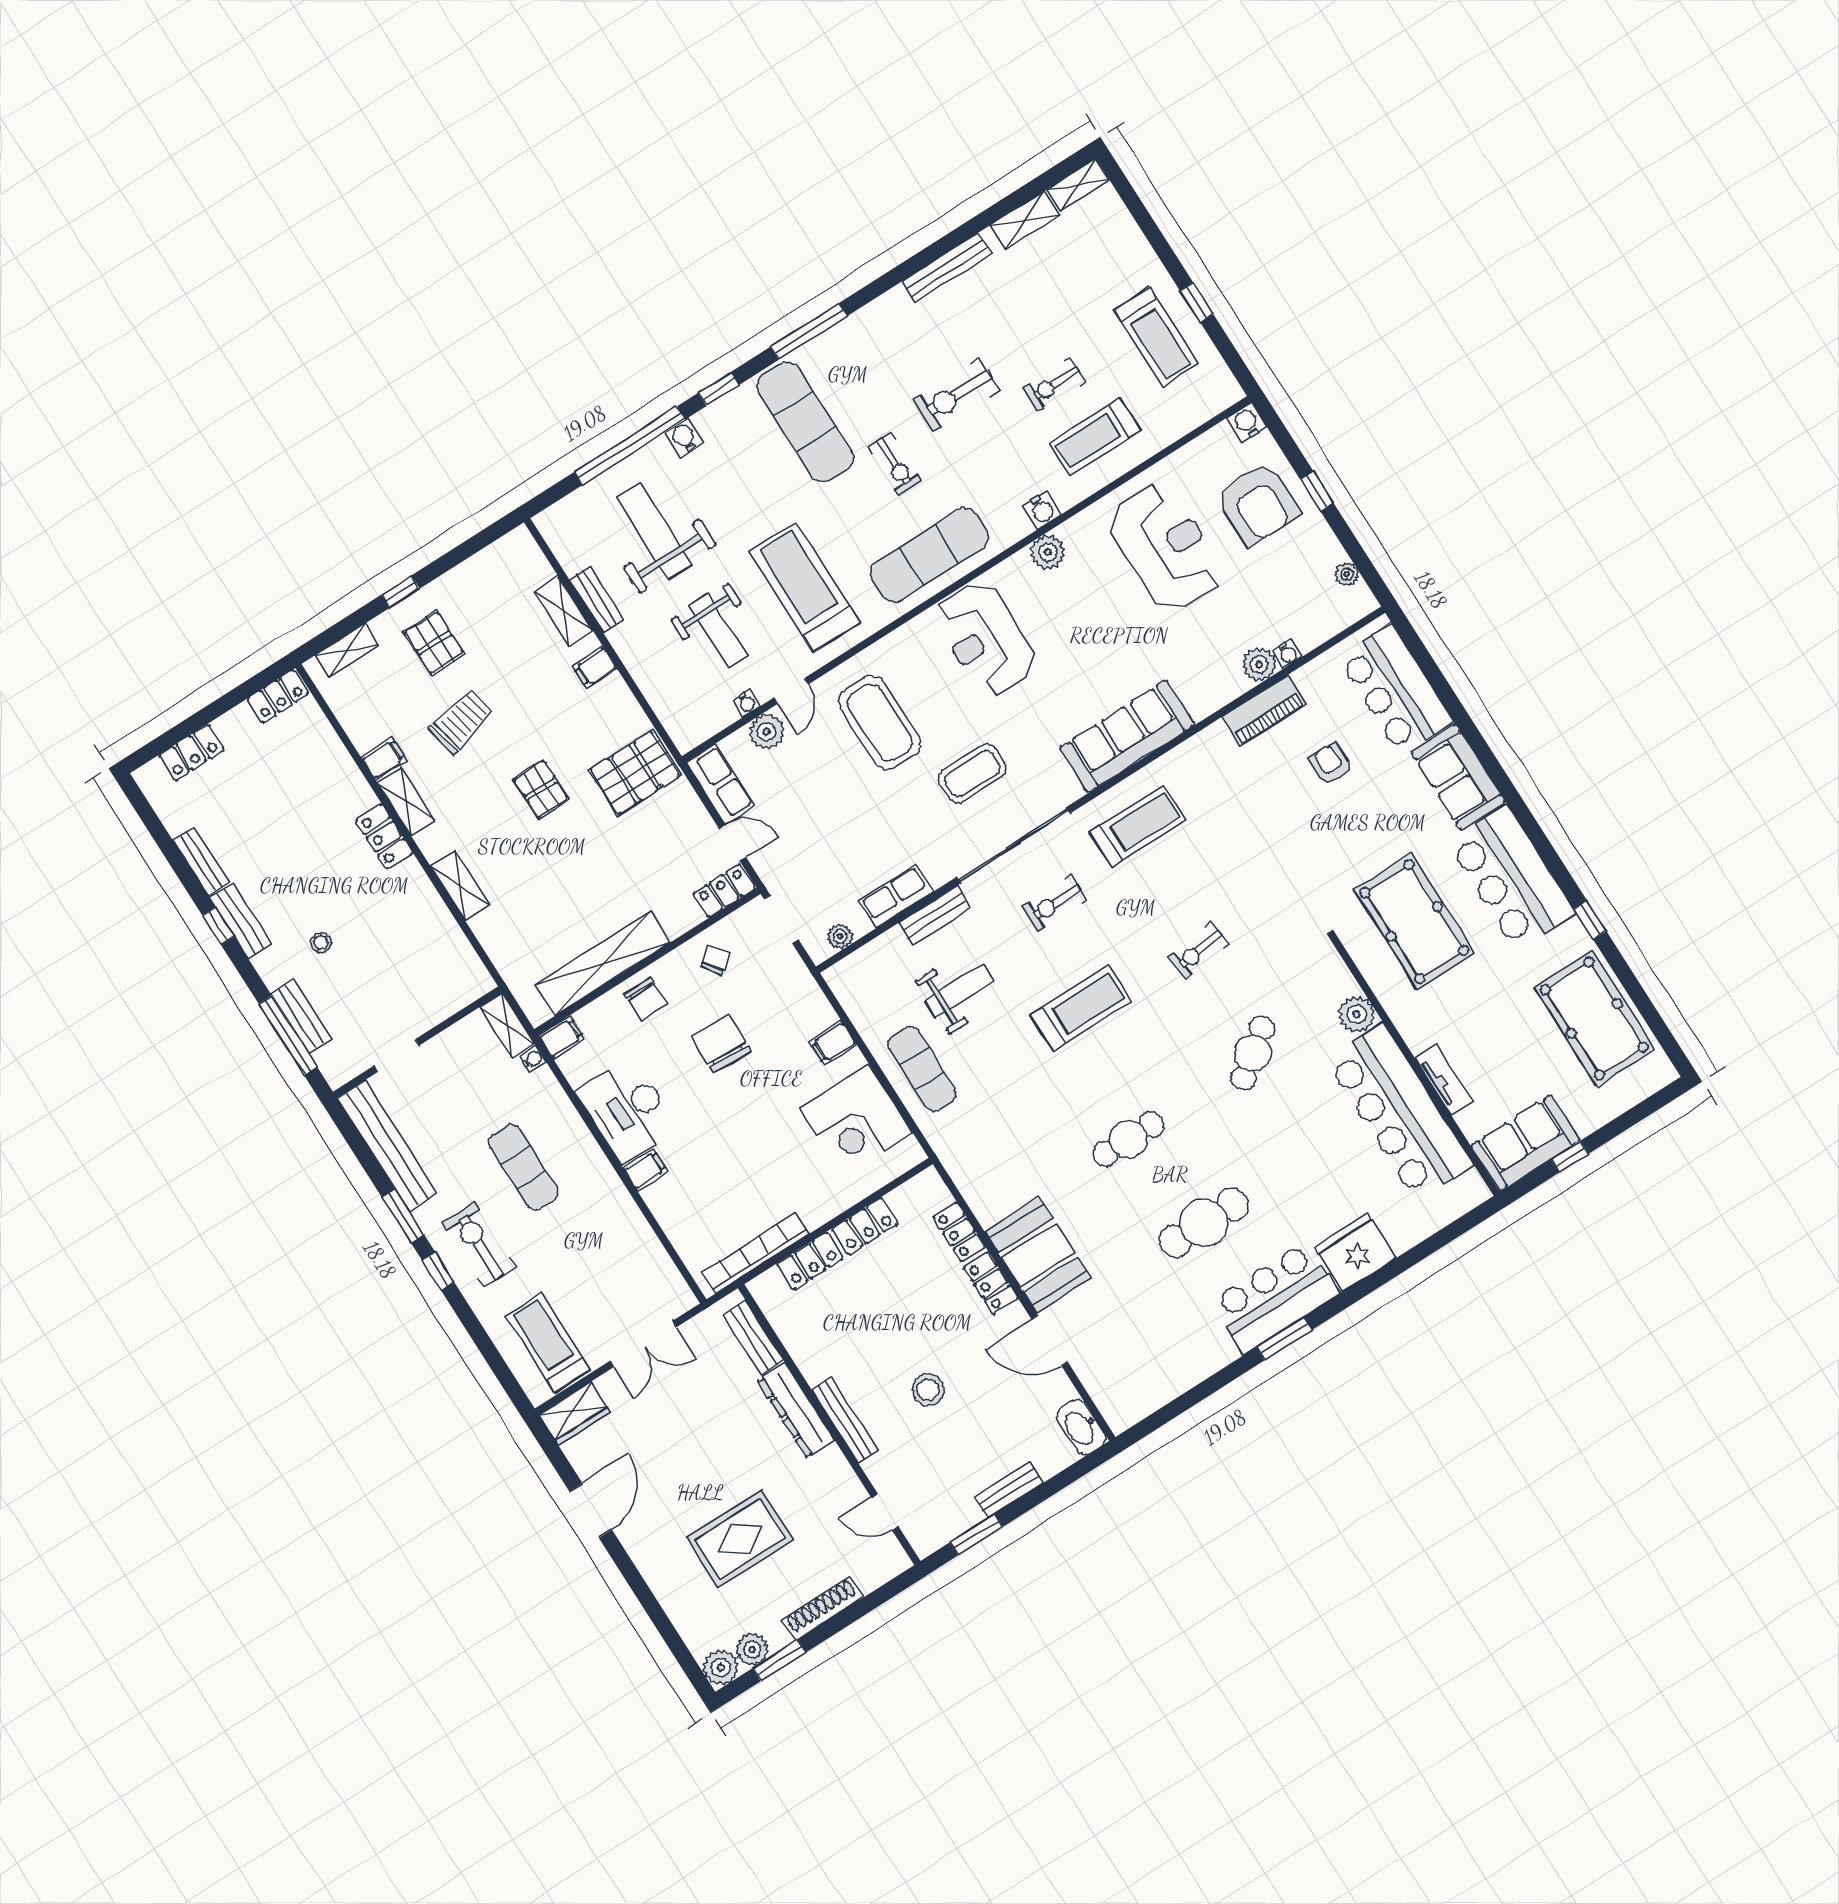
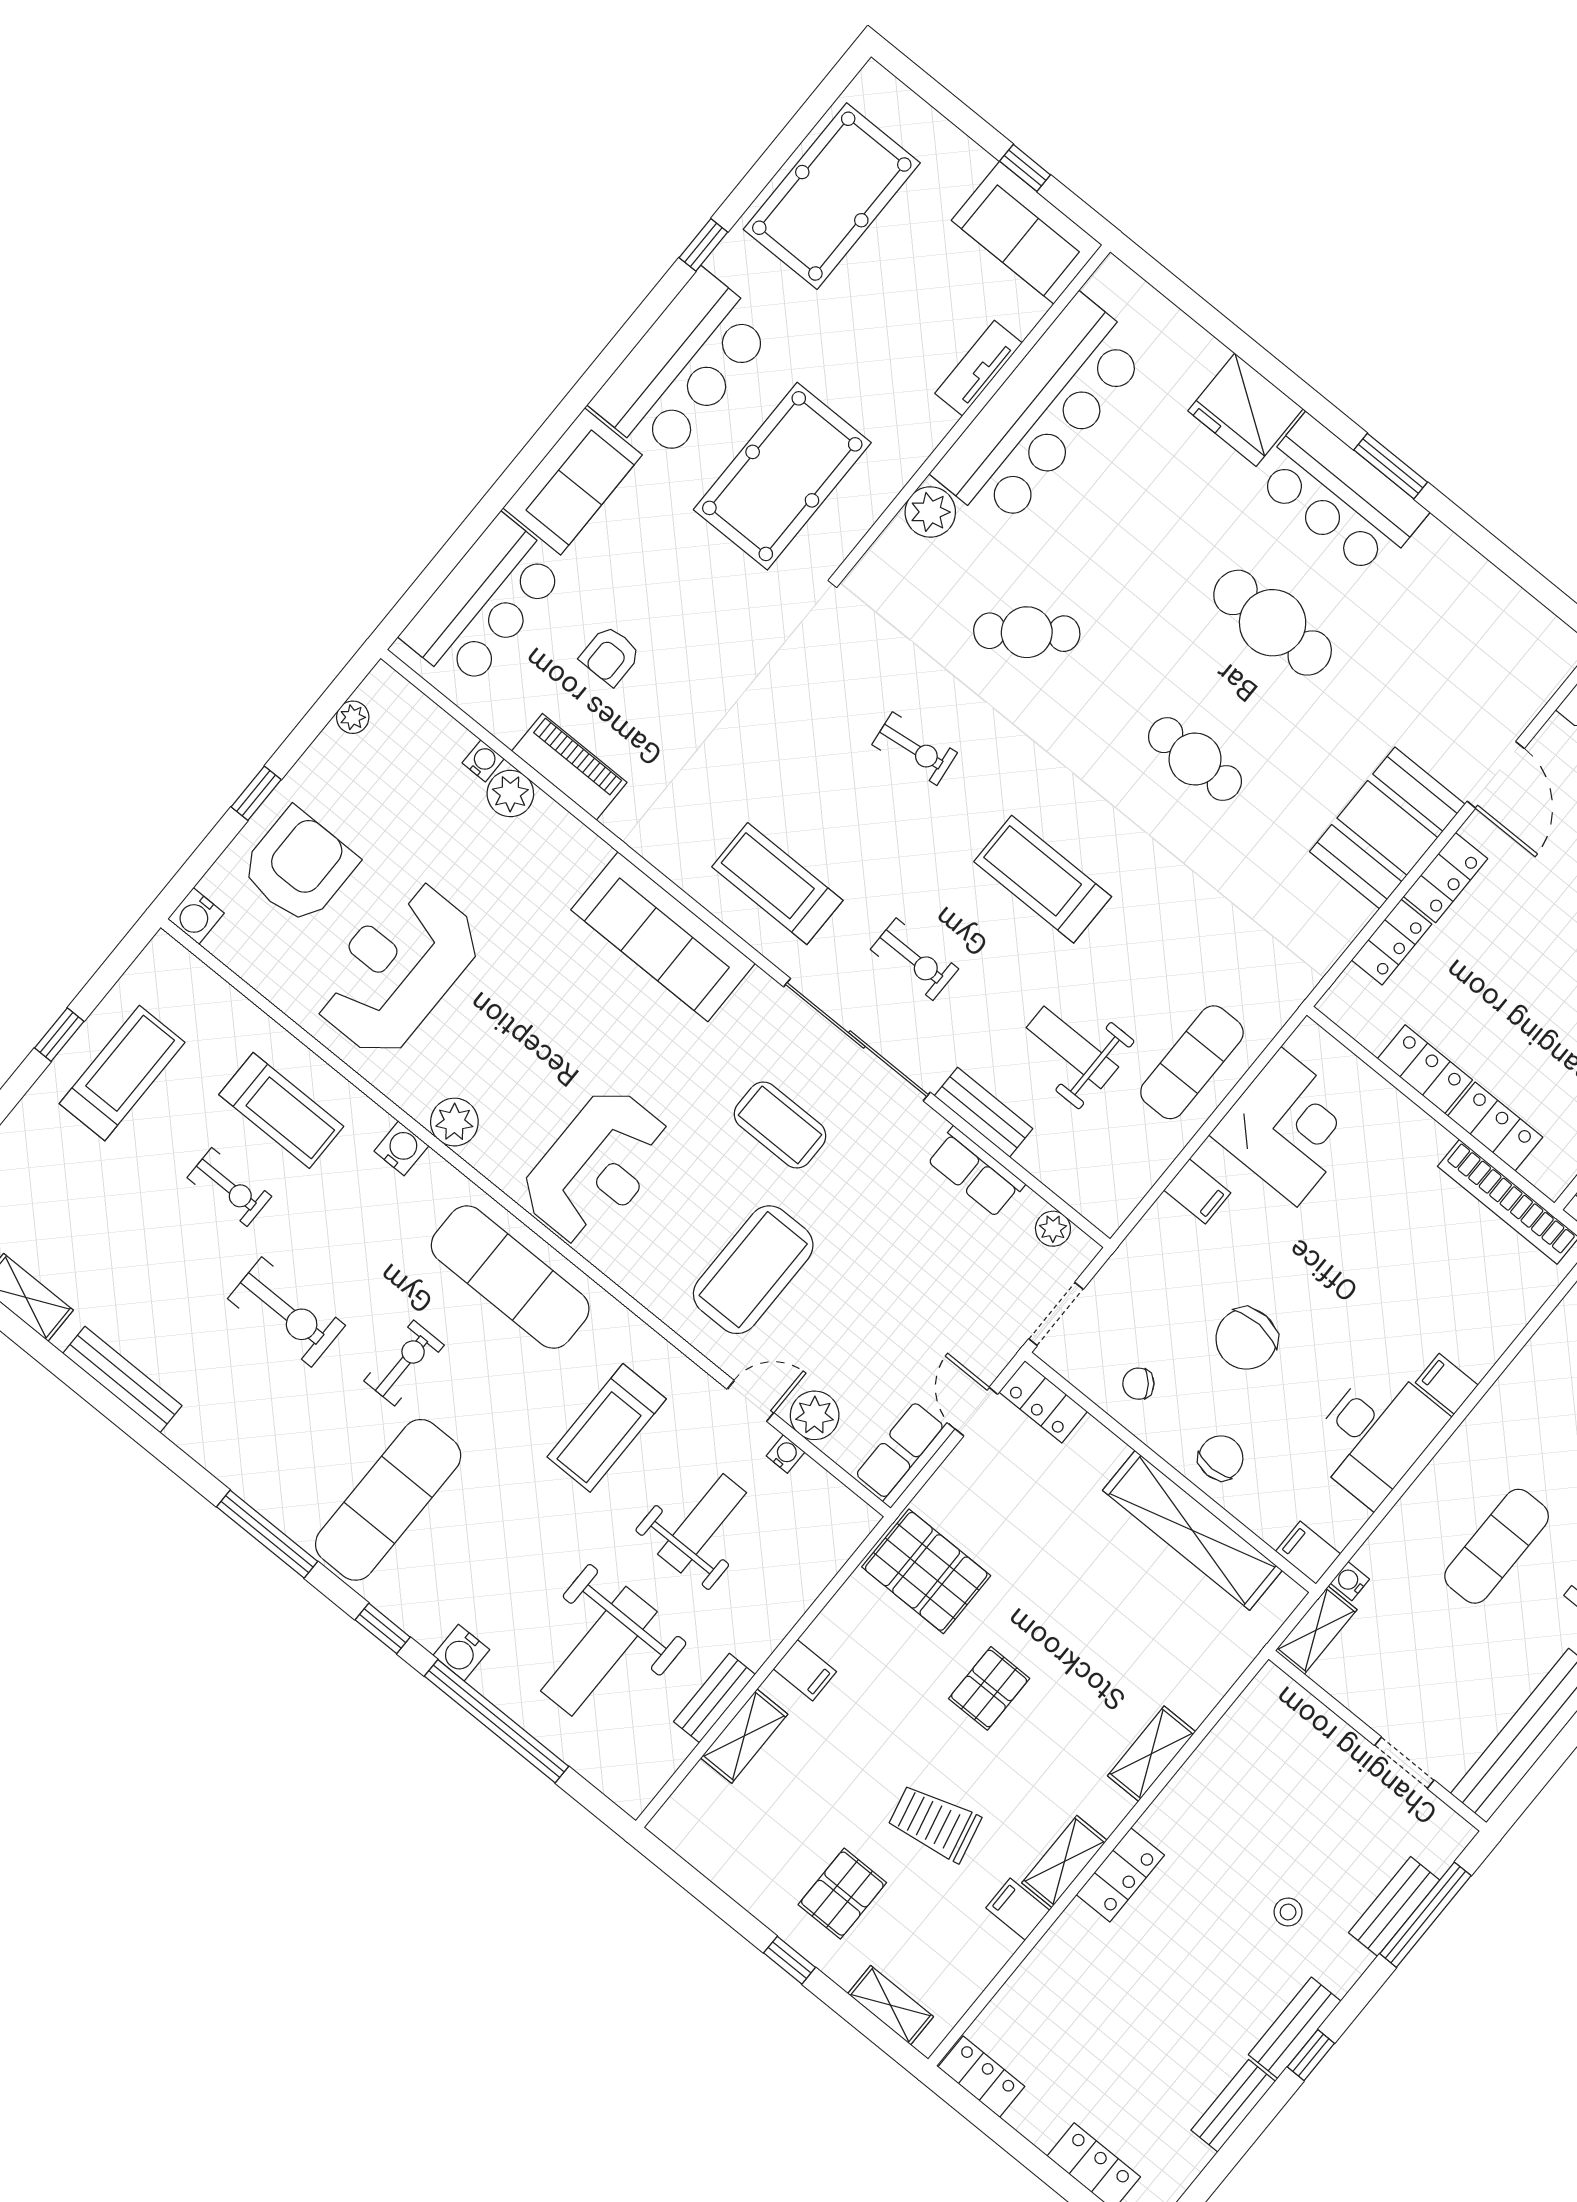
treadmill: (805, 587) -> (607, 1428), width x0.73, depth x0.73

